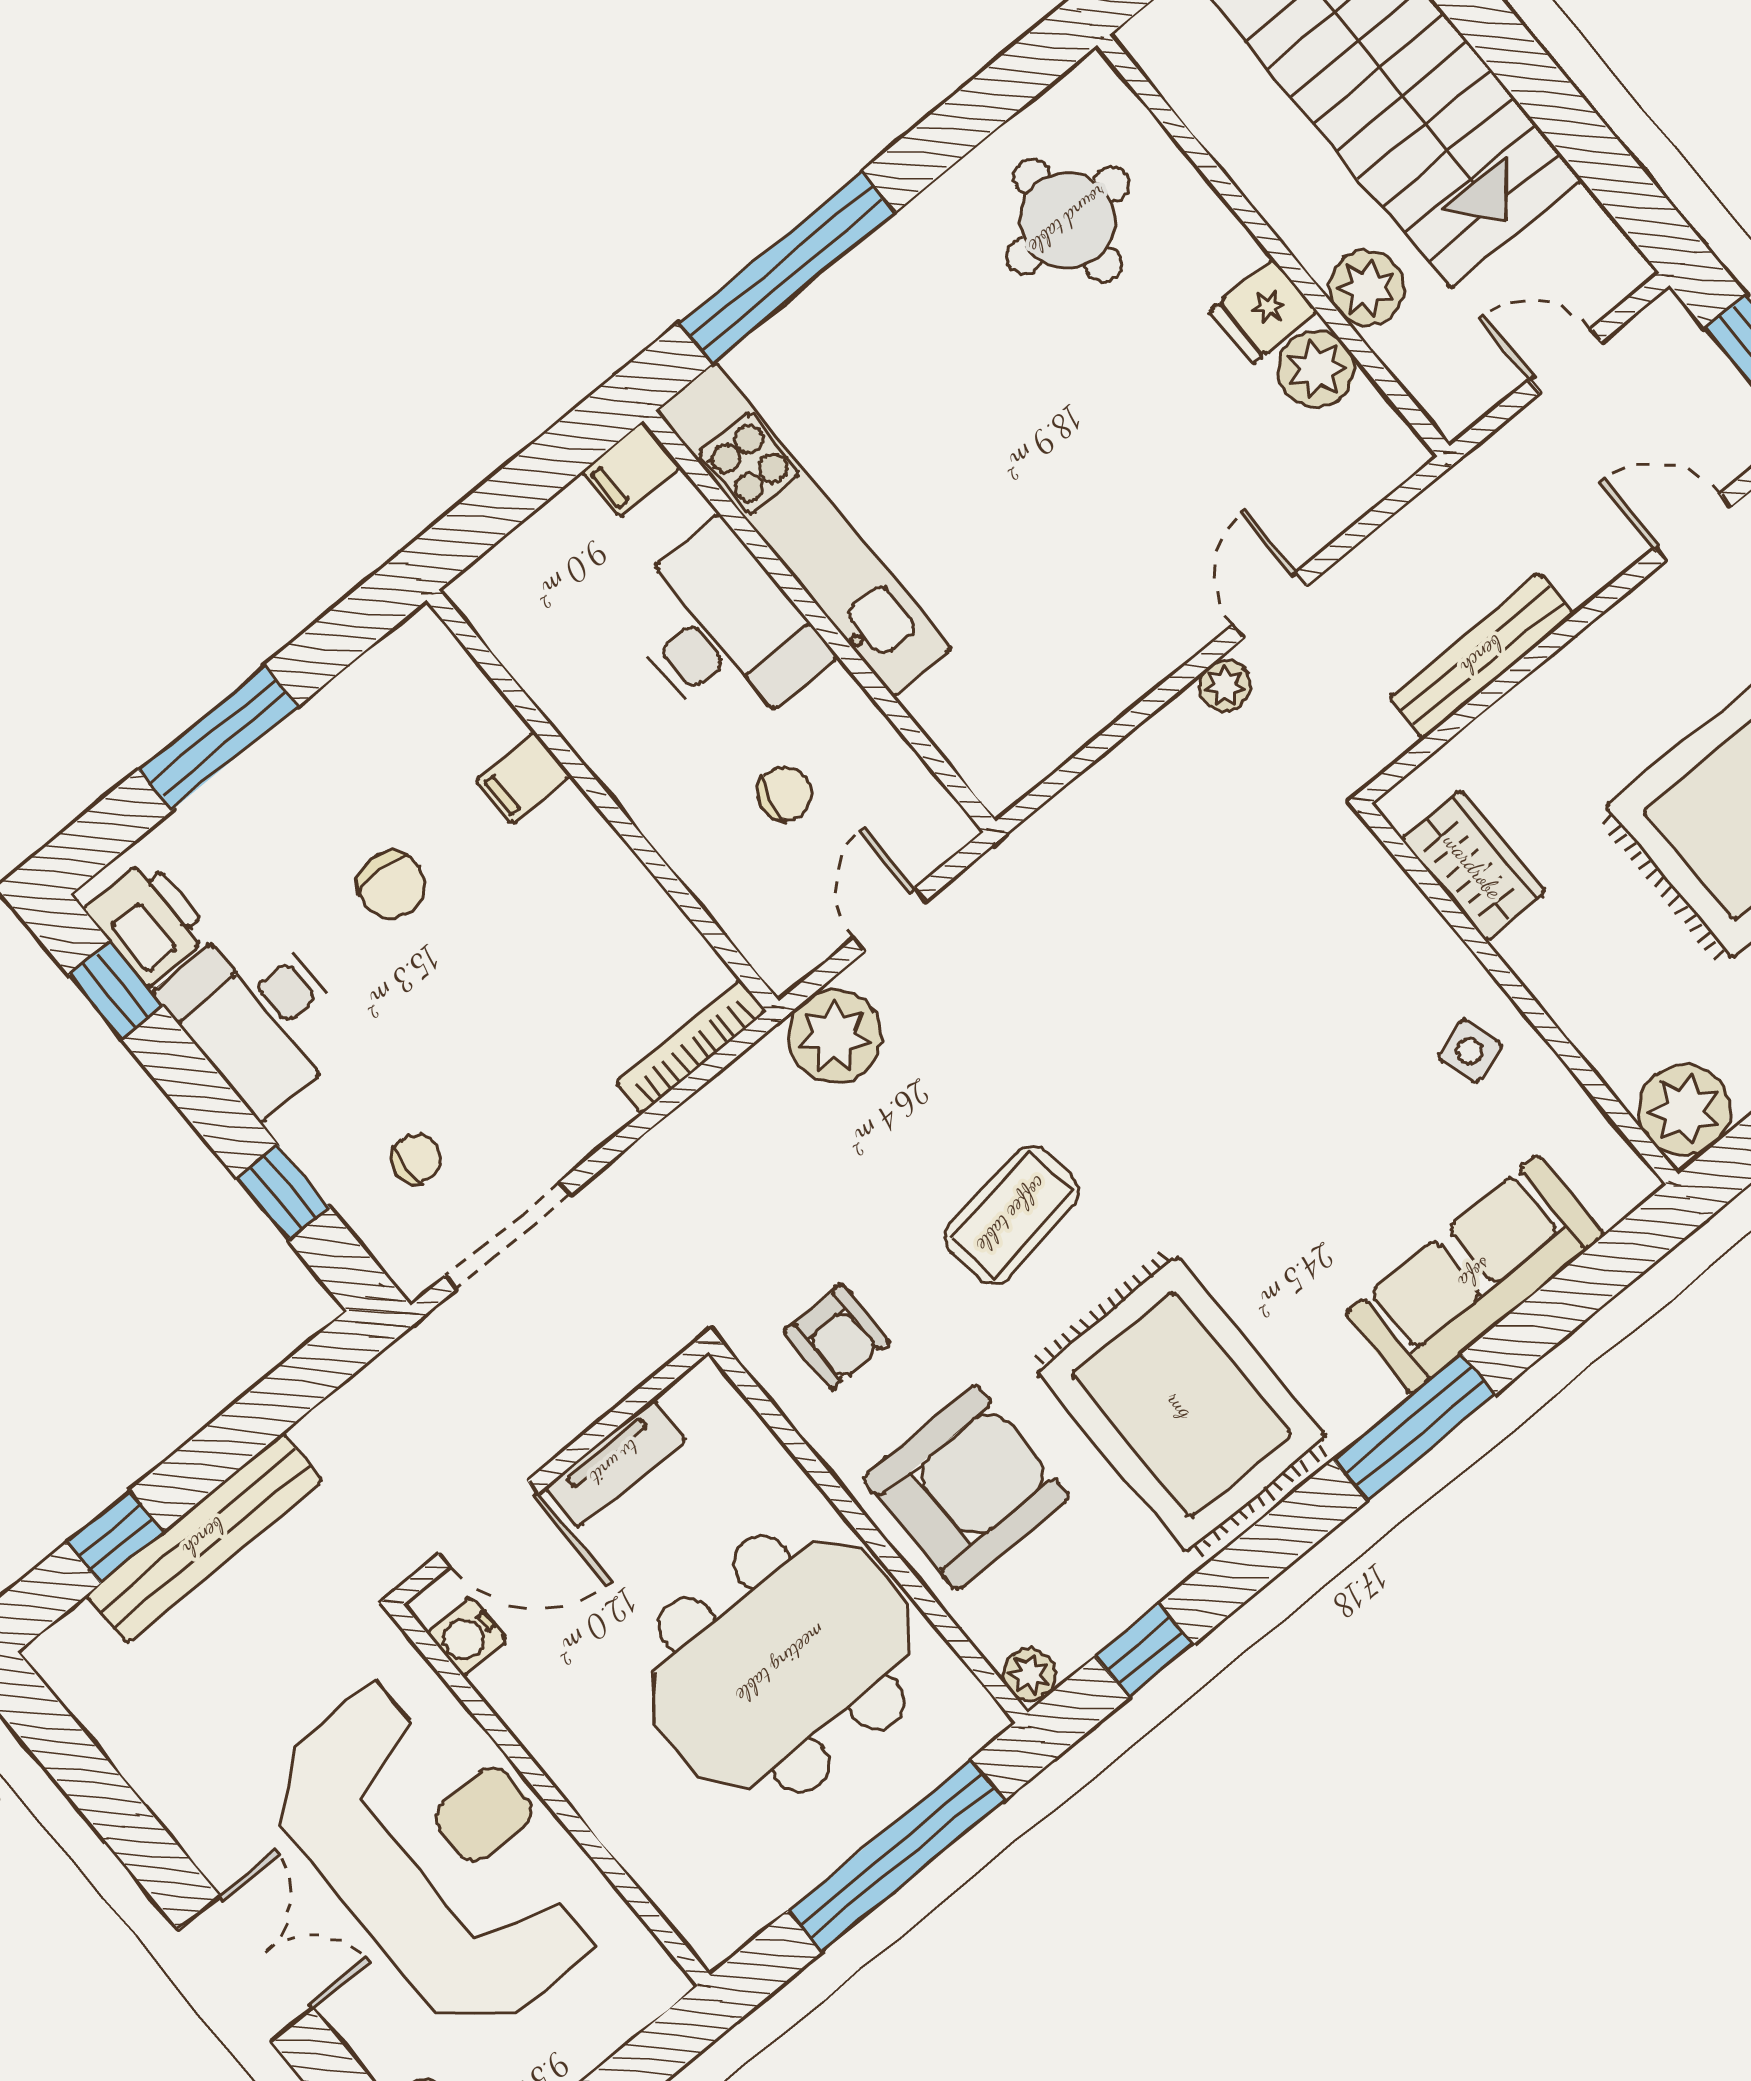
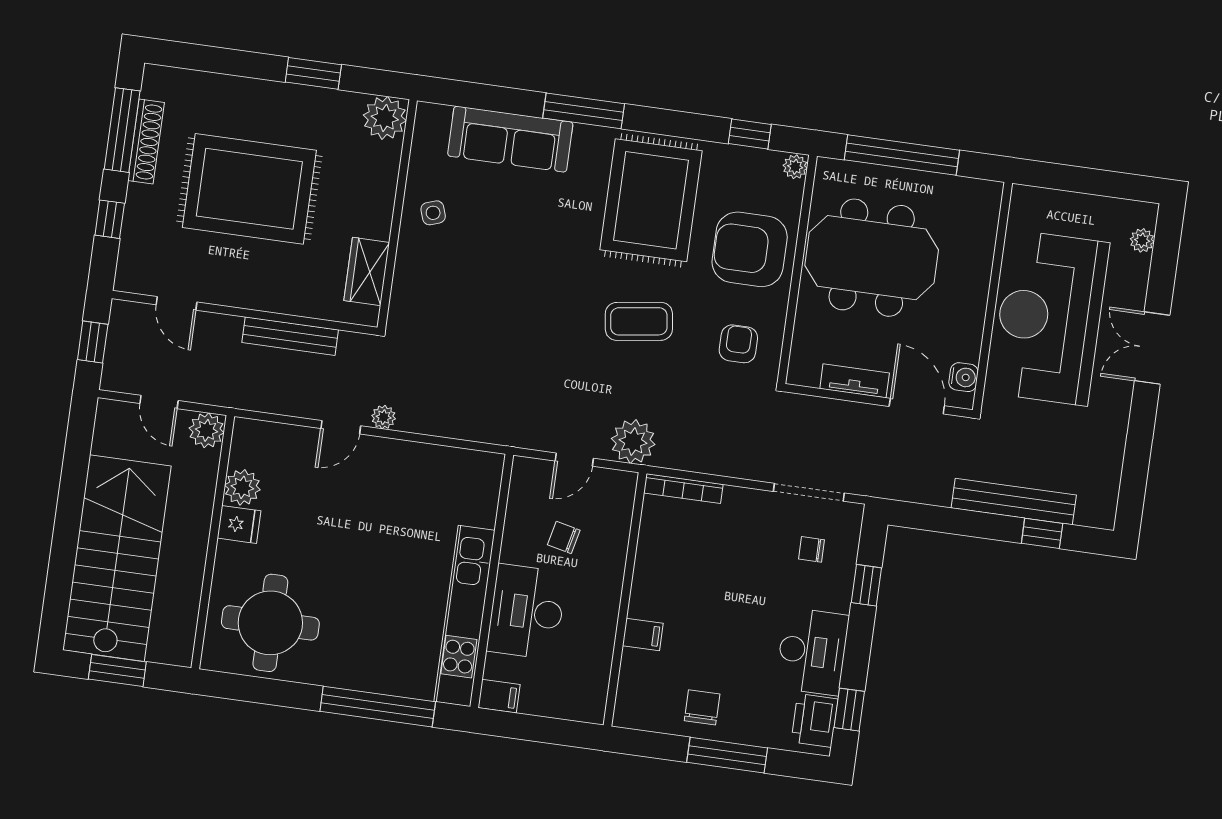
round table: (1068, 220) -> (270, 623), width x1.36, depth x1.36
plant: (1367, 288) -> (207, 430), moved
chair: (391, 885) -> (702, 707), moved

